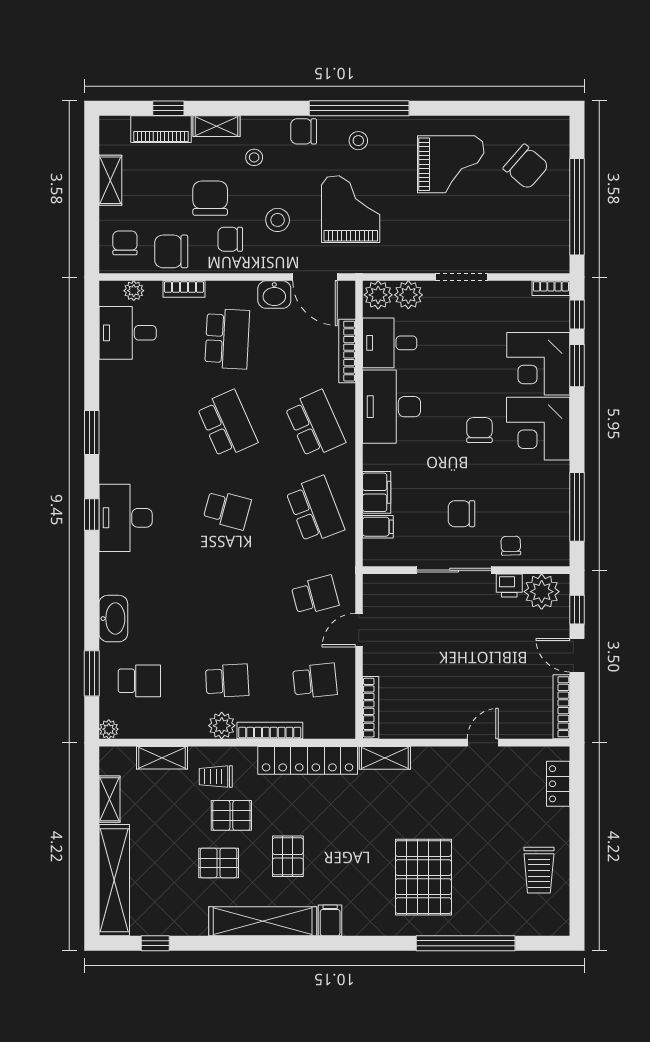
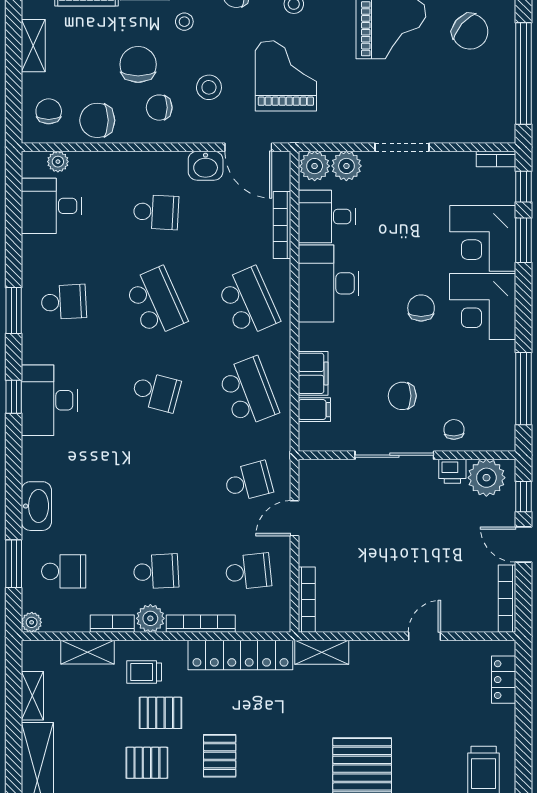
bookcase: (184, 289) -> (112, 624), moved, turned 180
school desk: (227, 339) -> (156, 212), width x0.54
school desk: (139, 424) -> (64, 302), added

